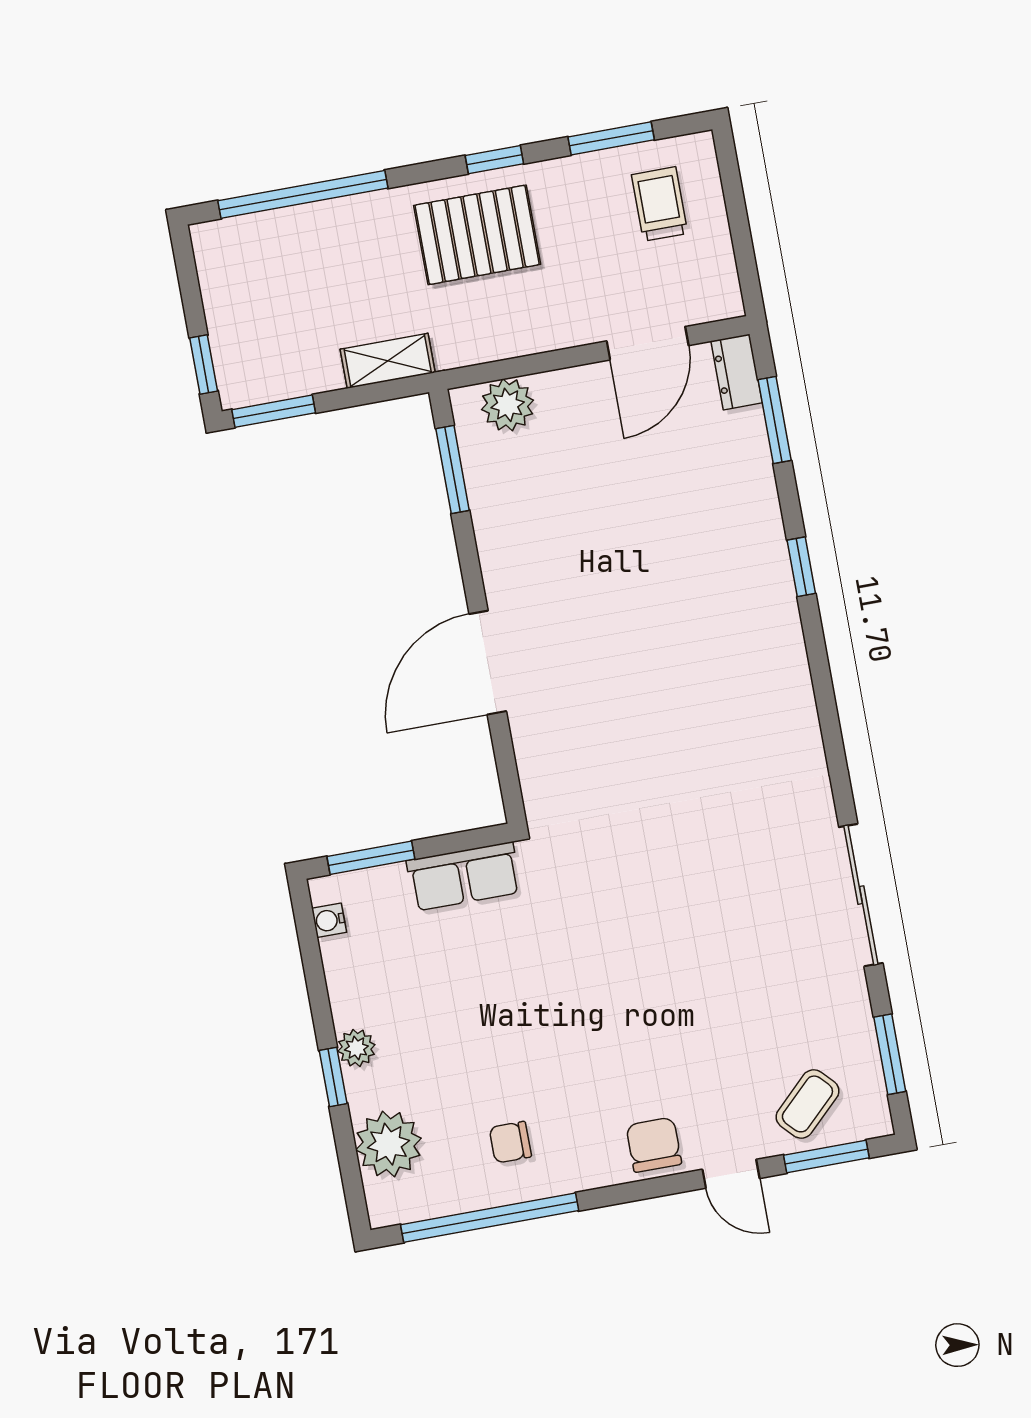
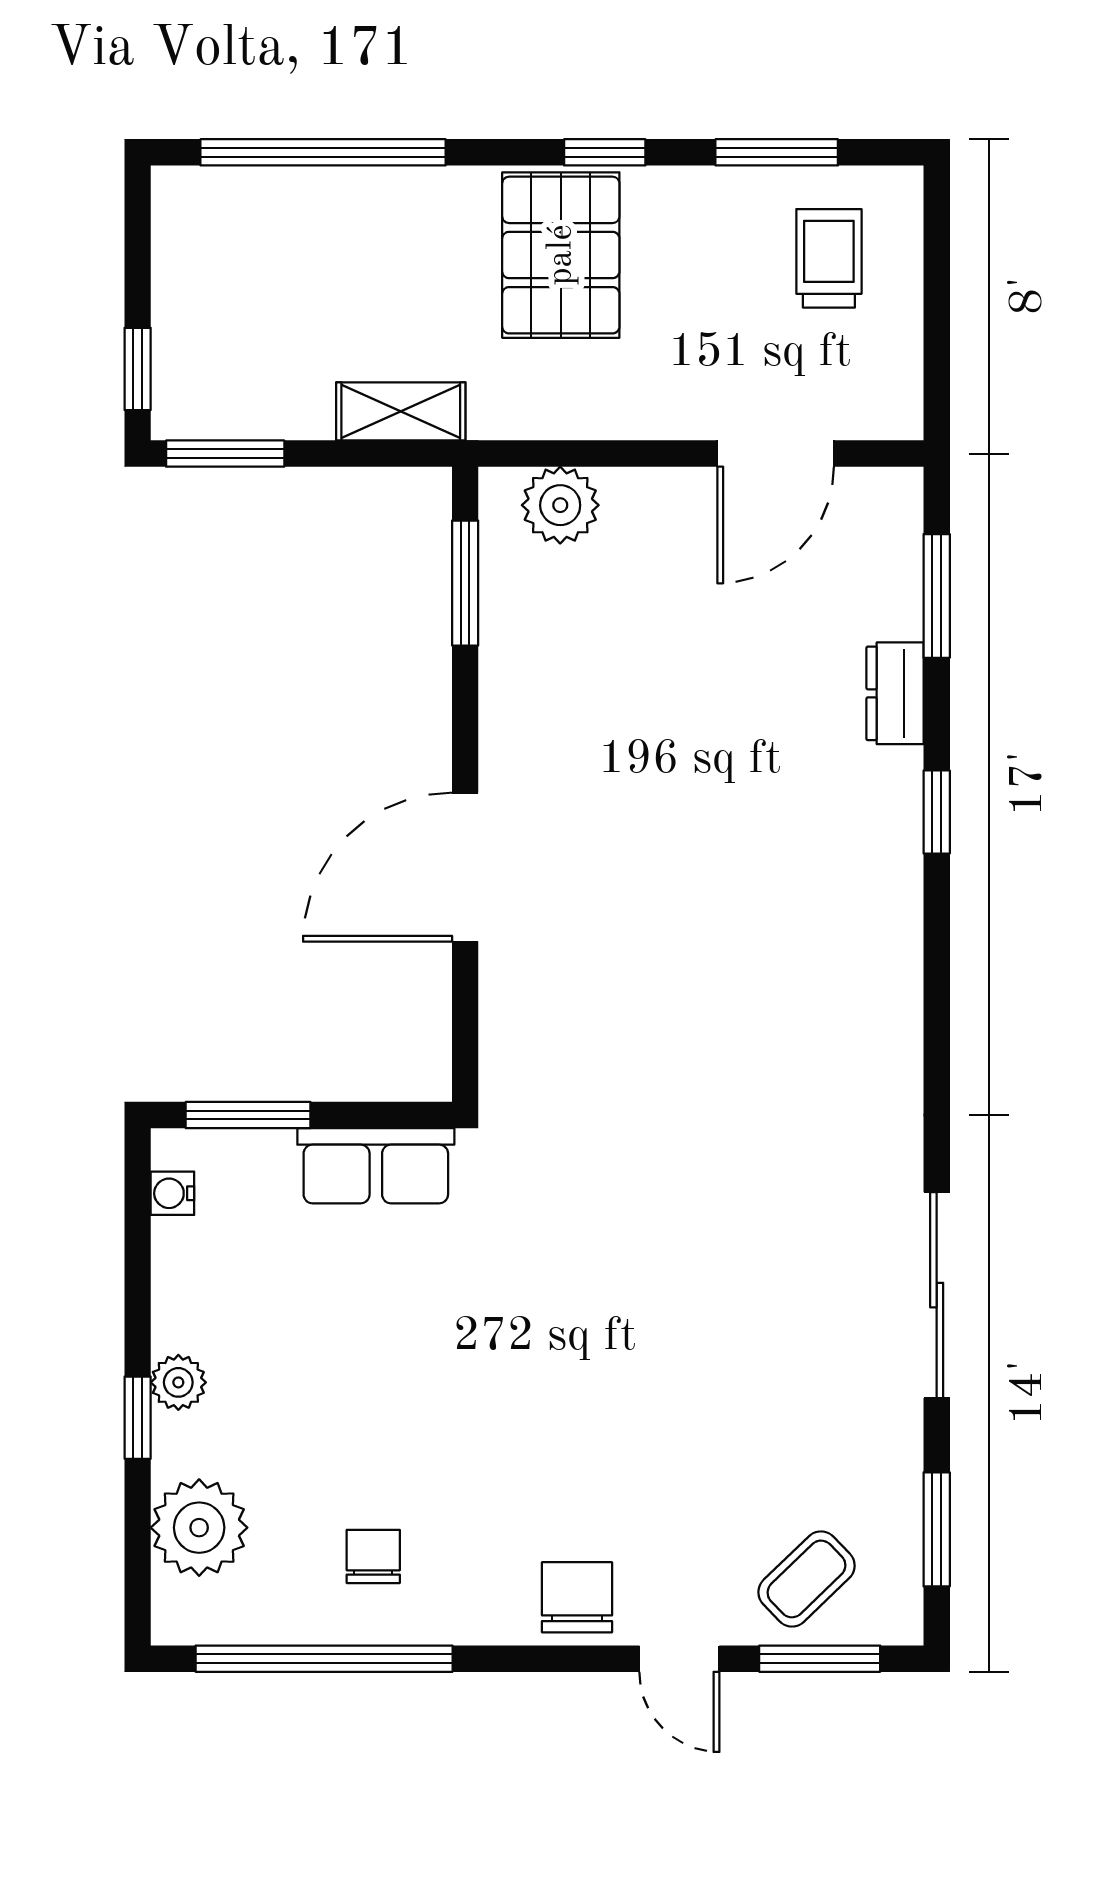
pallet: (477, 235) -> (561, 255), turned 90
dresser: (737, 372) -> (895, 693), moved
chair: (510, 1142) -> (373, 1556), turned 90

